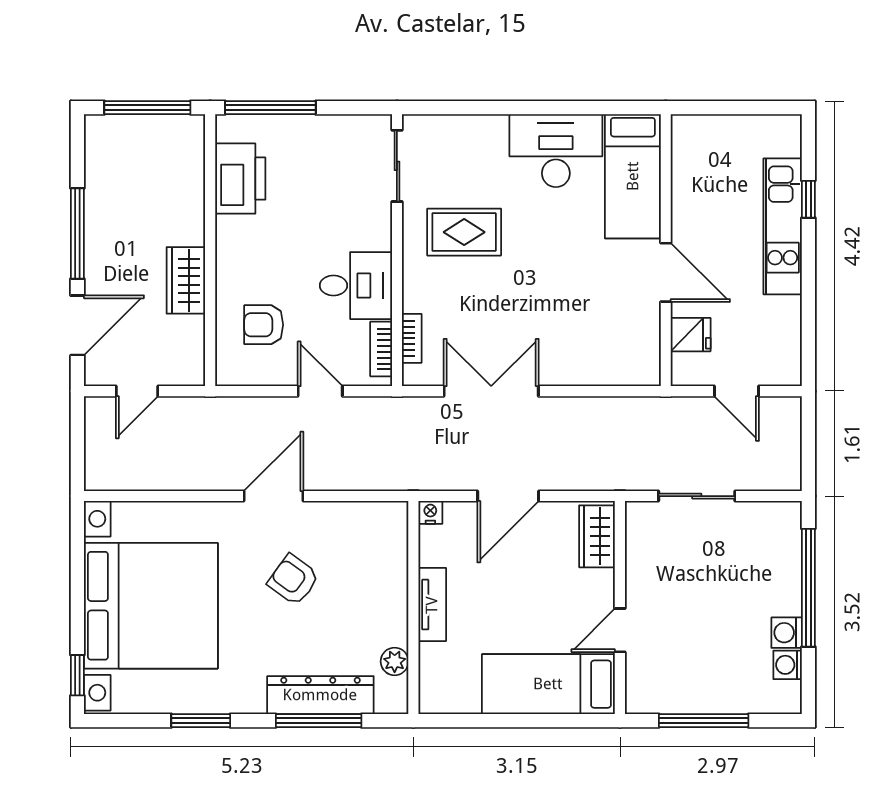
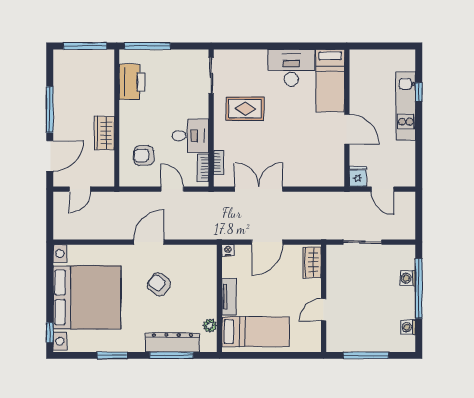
fridge: (691, 335) -> (358, 177), moved, turned -90
washing machine: (787, 633) -> (408, 278), moved
bed: (548, 684) -> (255, 332), moved, turned 180

